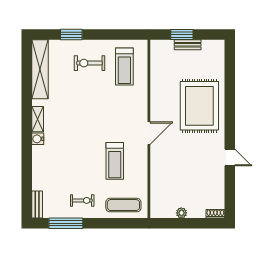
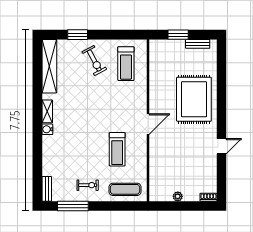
bench: (188, 45) -> (198, 44), moved
exercise bike: (90, 63) -> (94, 61), turned -118
door: (230, 158) -> (221, 146), hinge flipped

